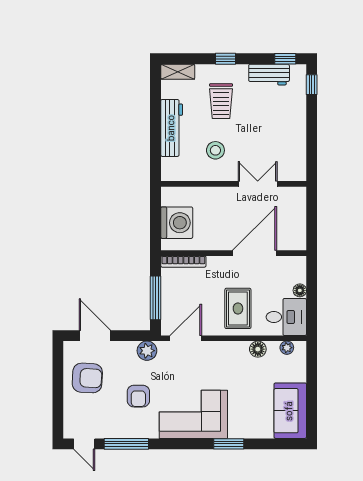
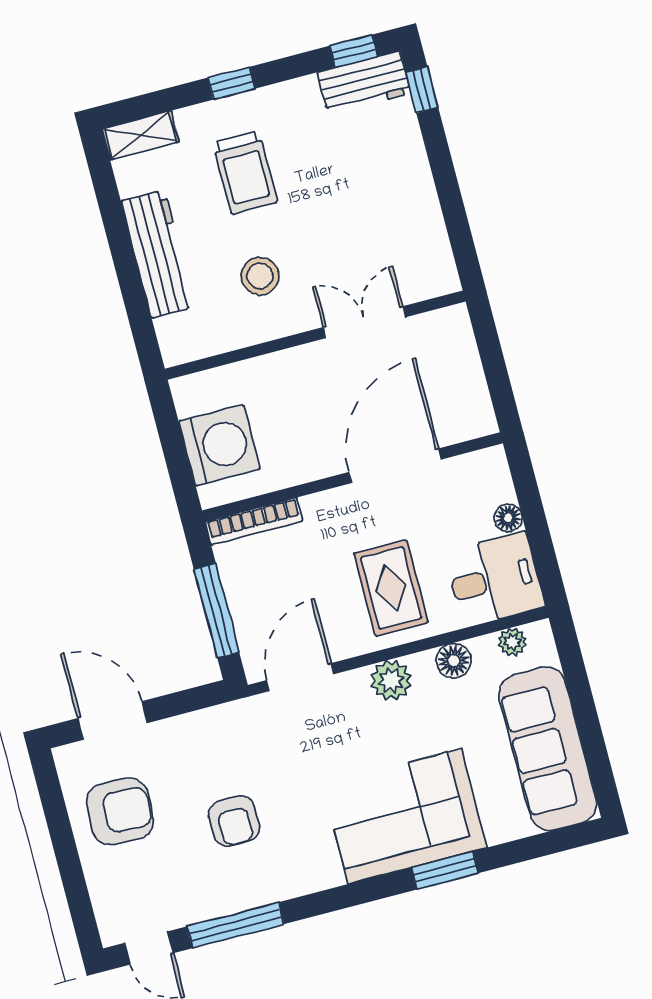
workbench: (269, 75) -> (364, 83), moved
plant: (147, 351) -> (391, 680), moved
sofa: (290, 411) -> (548, 749), width x1.36
corner sofa: (193, 414) -> (405, 816), moved

